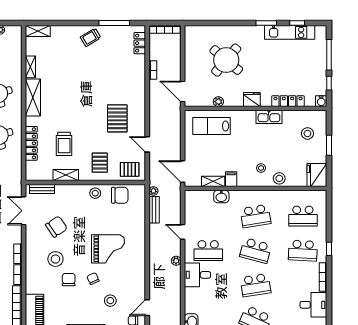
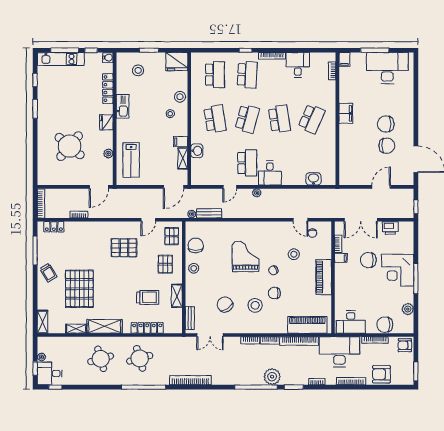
kitchen unit: (290, 32) -> (61, 59), moved, turned 90
pallet: (73, 71) -> (79, 289), added
pallet: (100, 163) -> (165, 264), turned 90

